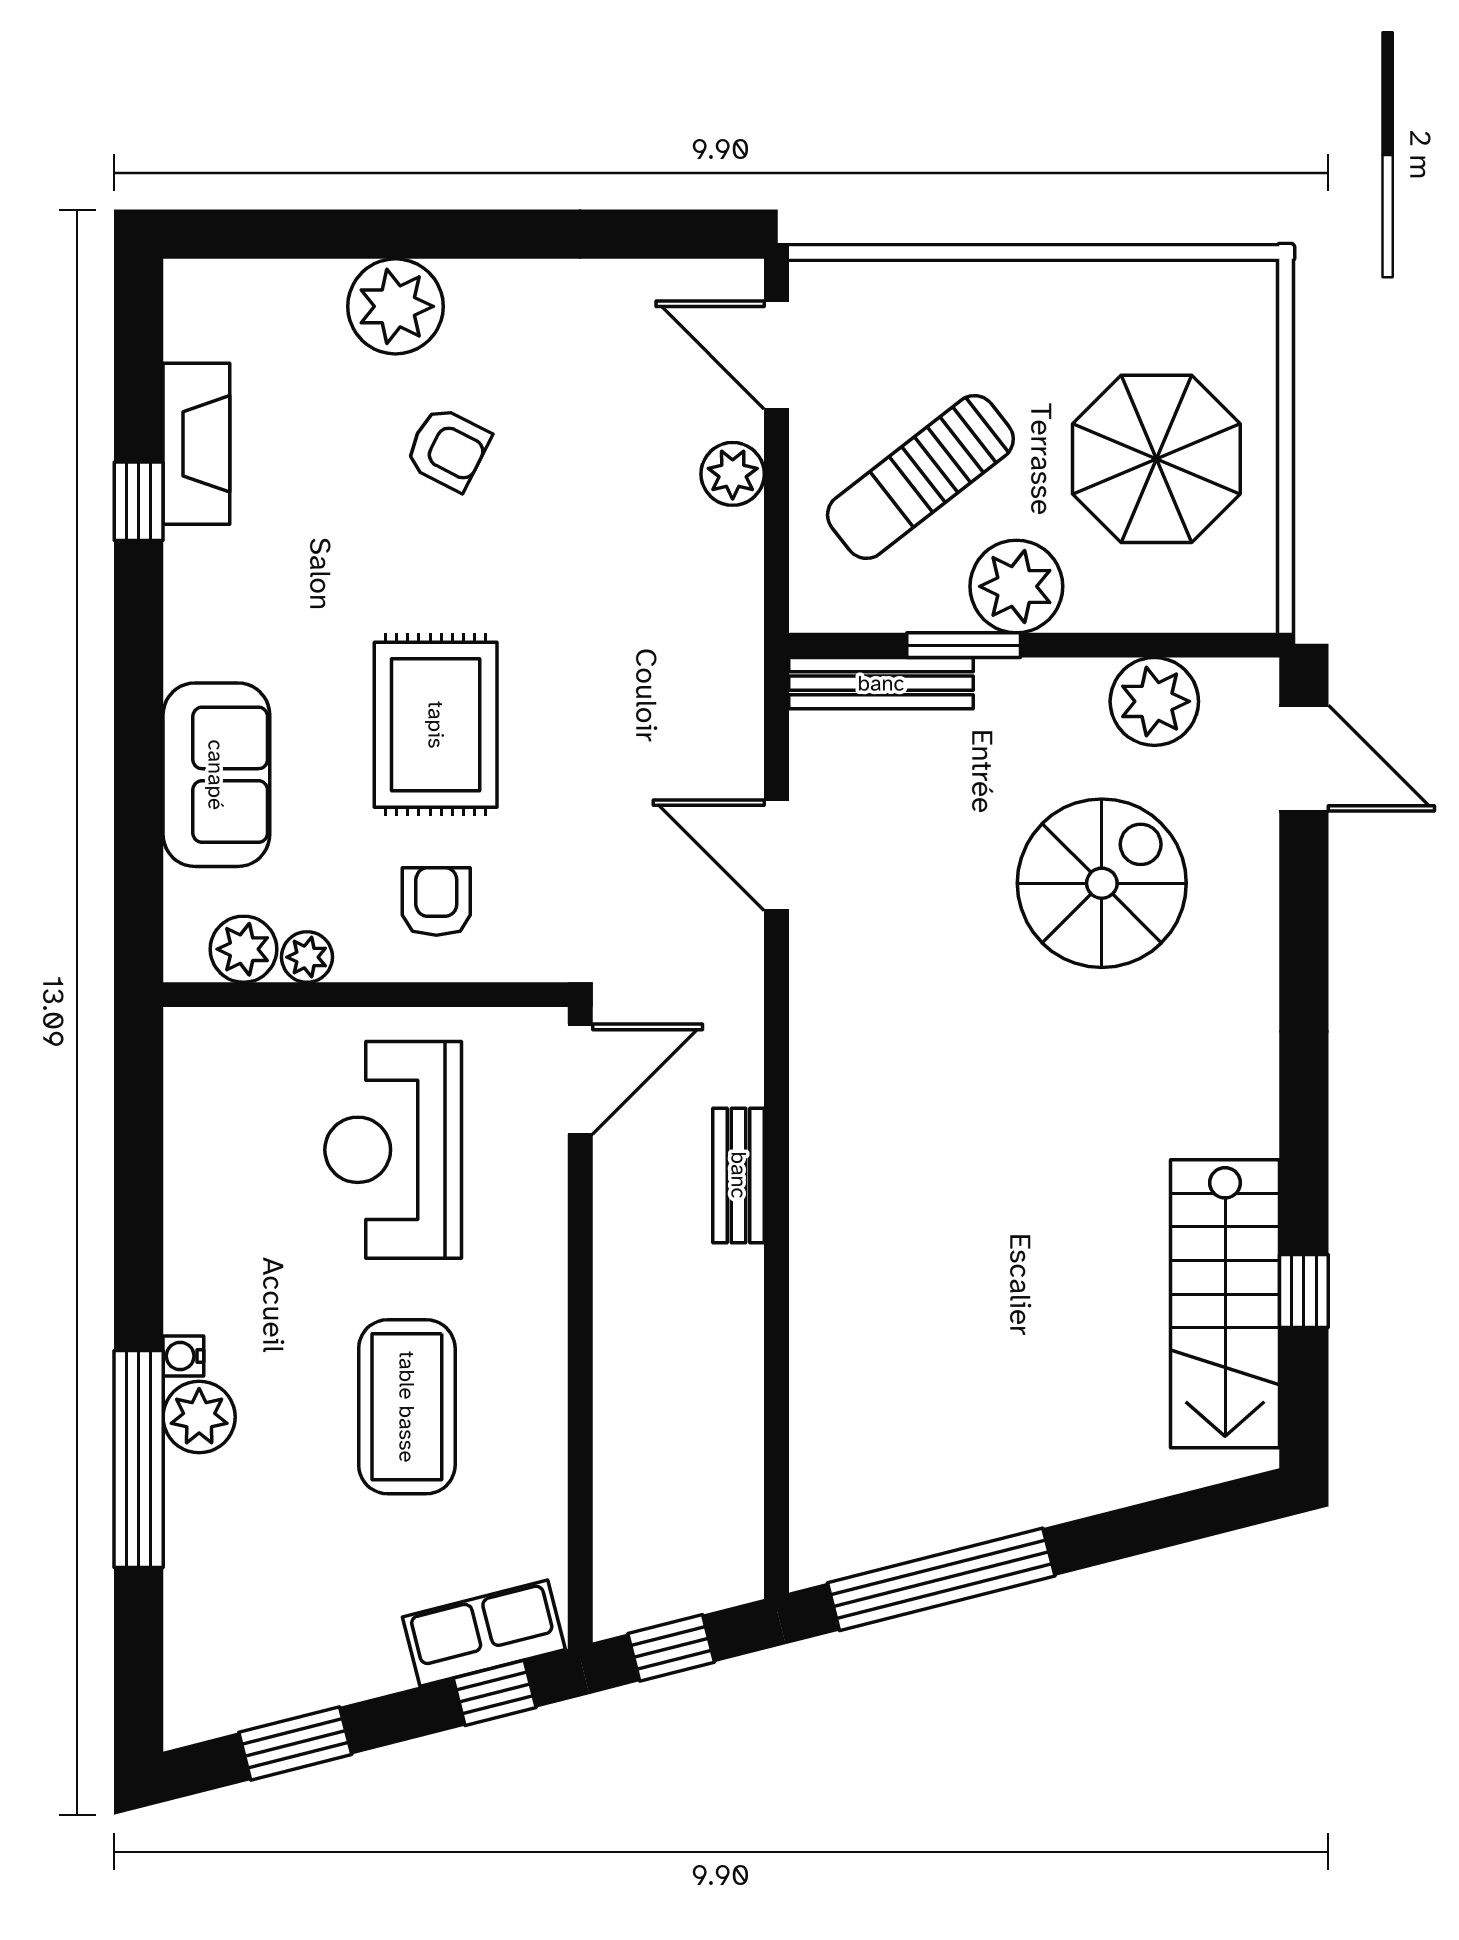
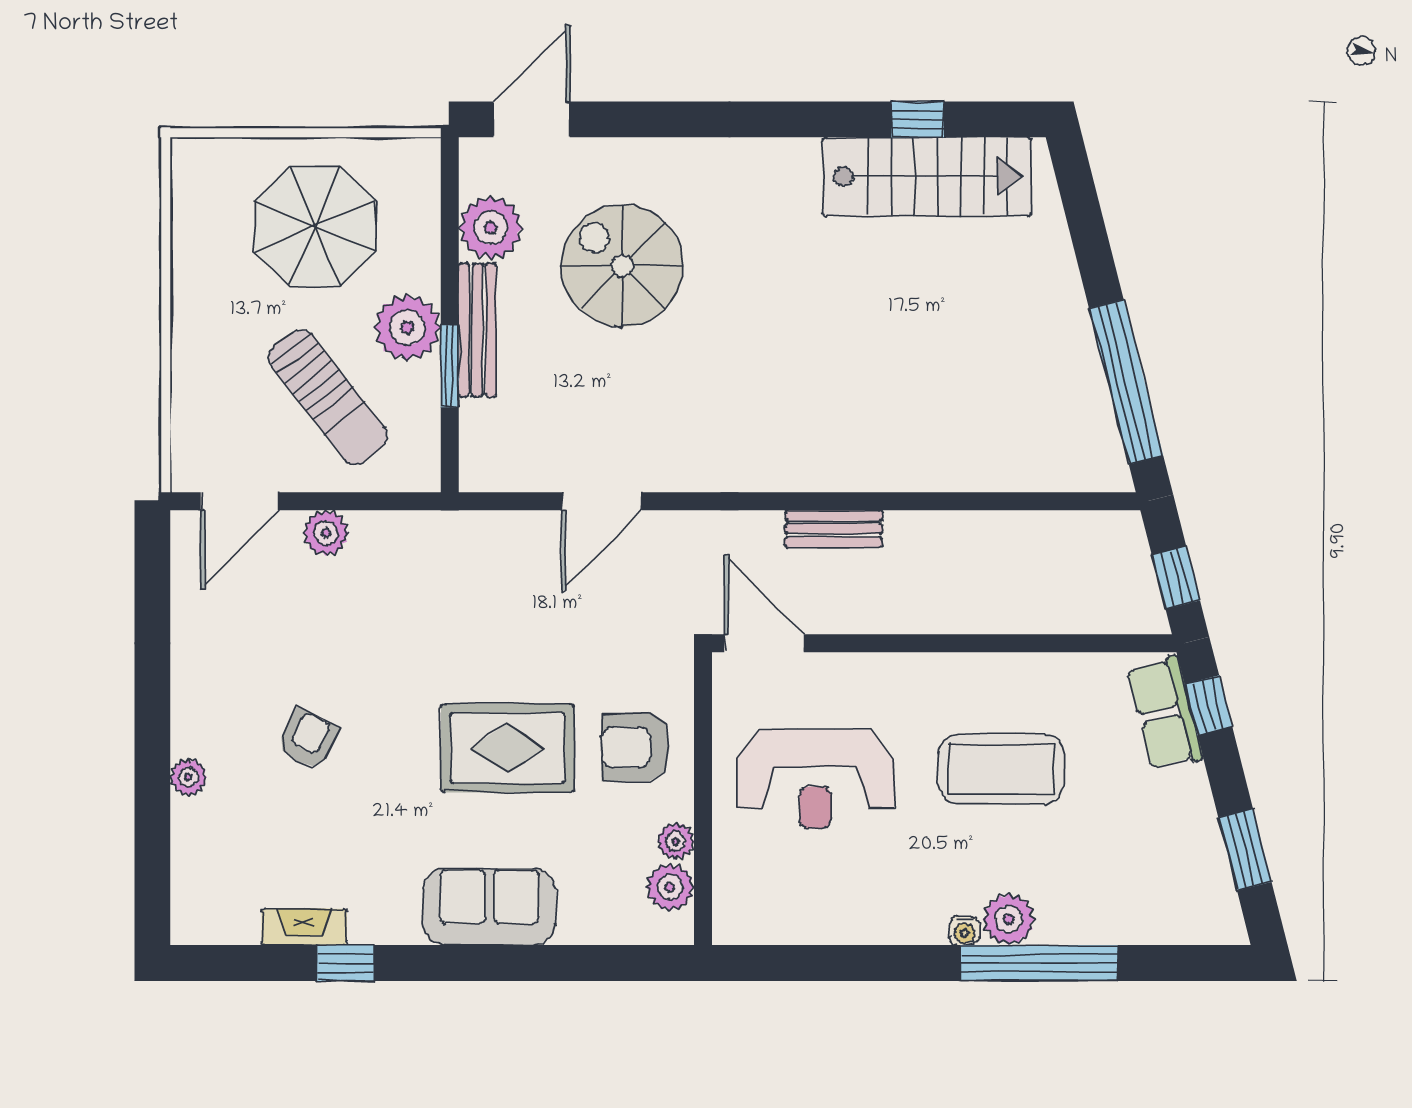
plant: (395, 306) -> (189, 777), width x0.53, depth x0.53
fireplace: (196, 444) -> (304, 927), width x0.73, depth x0.76
bench: (881, 683) -> (477, 330), moved
sofa: (216, 775) -> (489, 907), moved
armchair: (436, 902) -> (635, 748), width x1.38, depth x1.38

